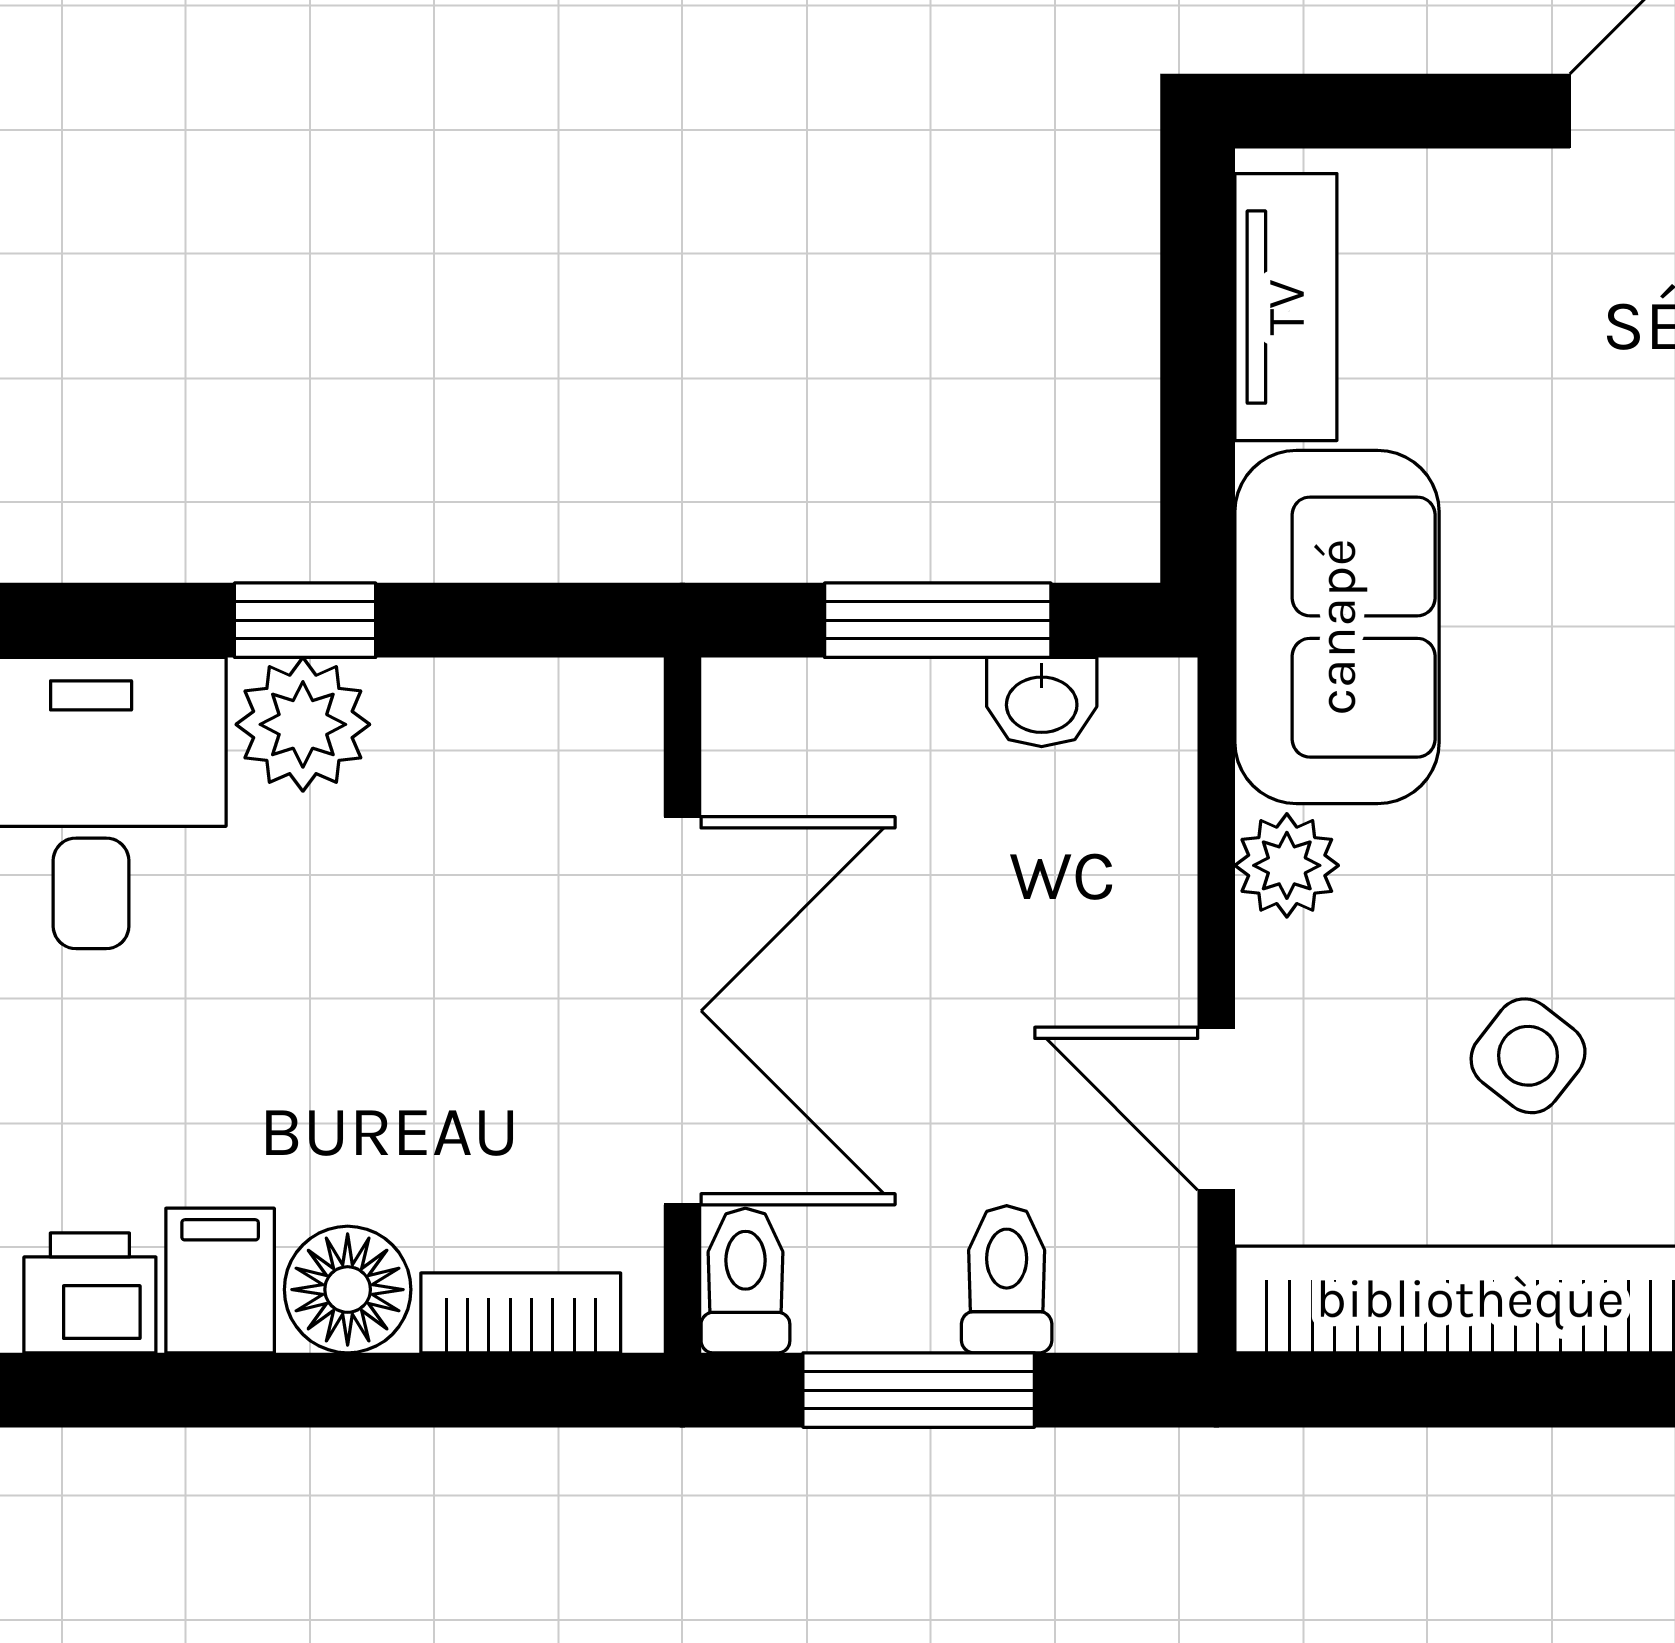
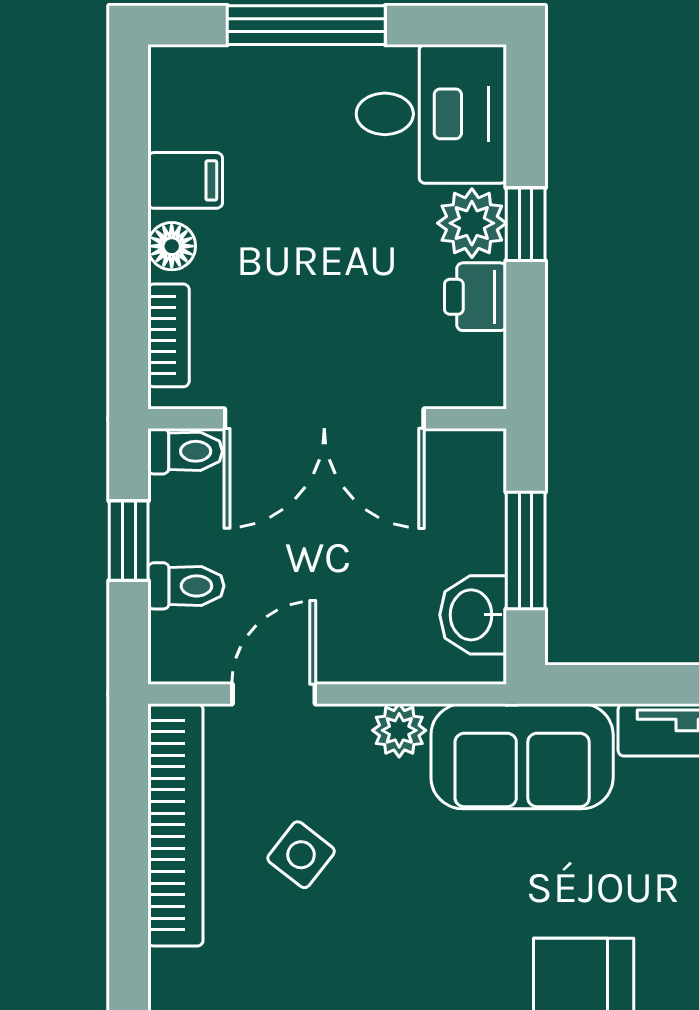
washbasin: (1042, 702) -> (473, 615), width x1.38, depth x1.45
floor lamp: (348, 1290) -> (172, 246), width x0.73, depth x0.73
printer: (90, 1293) -> (475, 297), moved, turned 180
window: (919, 1390) -> (129, 541), width x0.67

